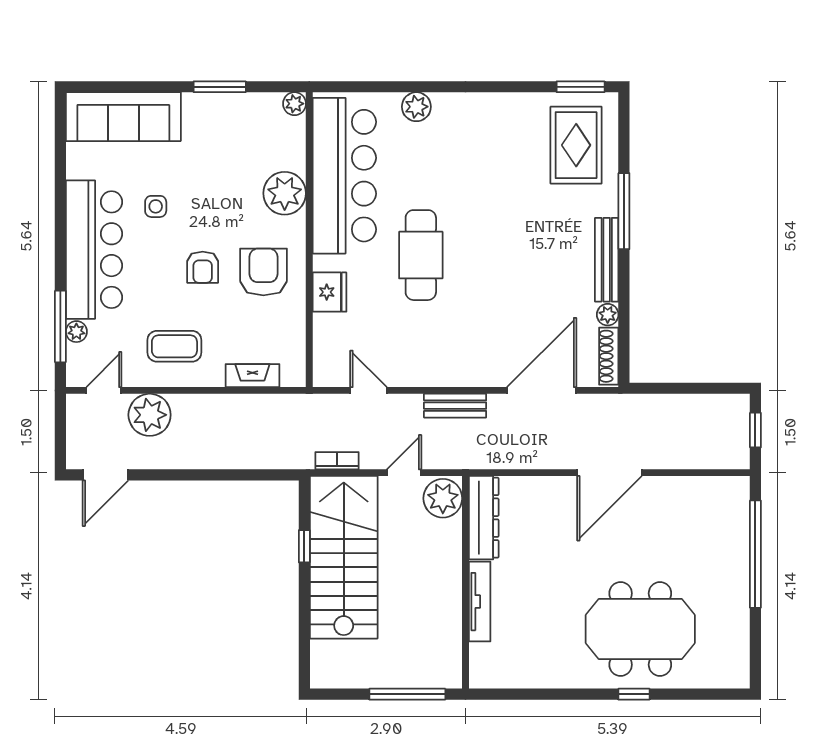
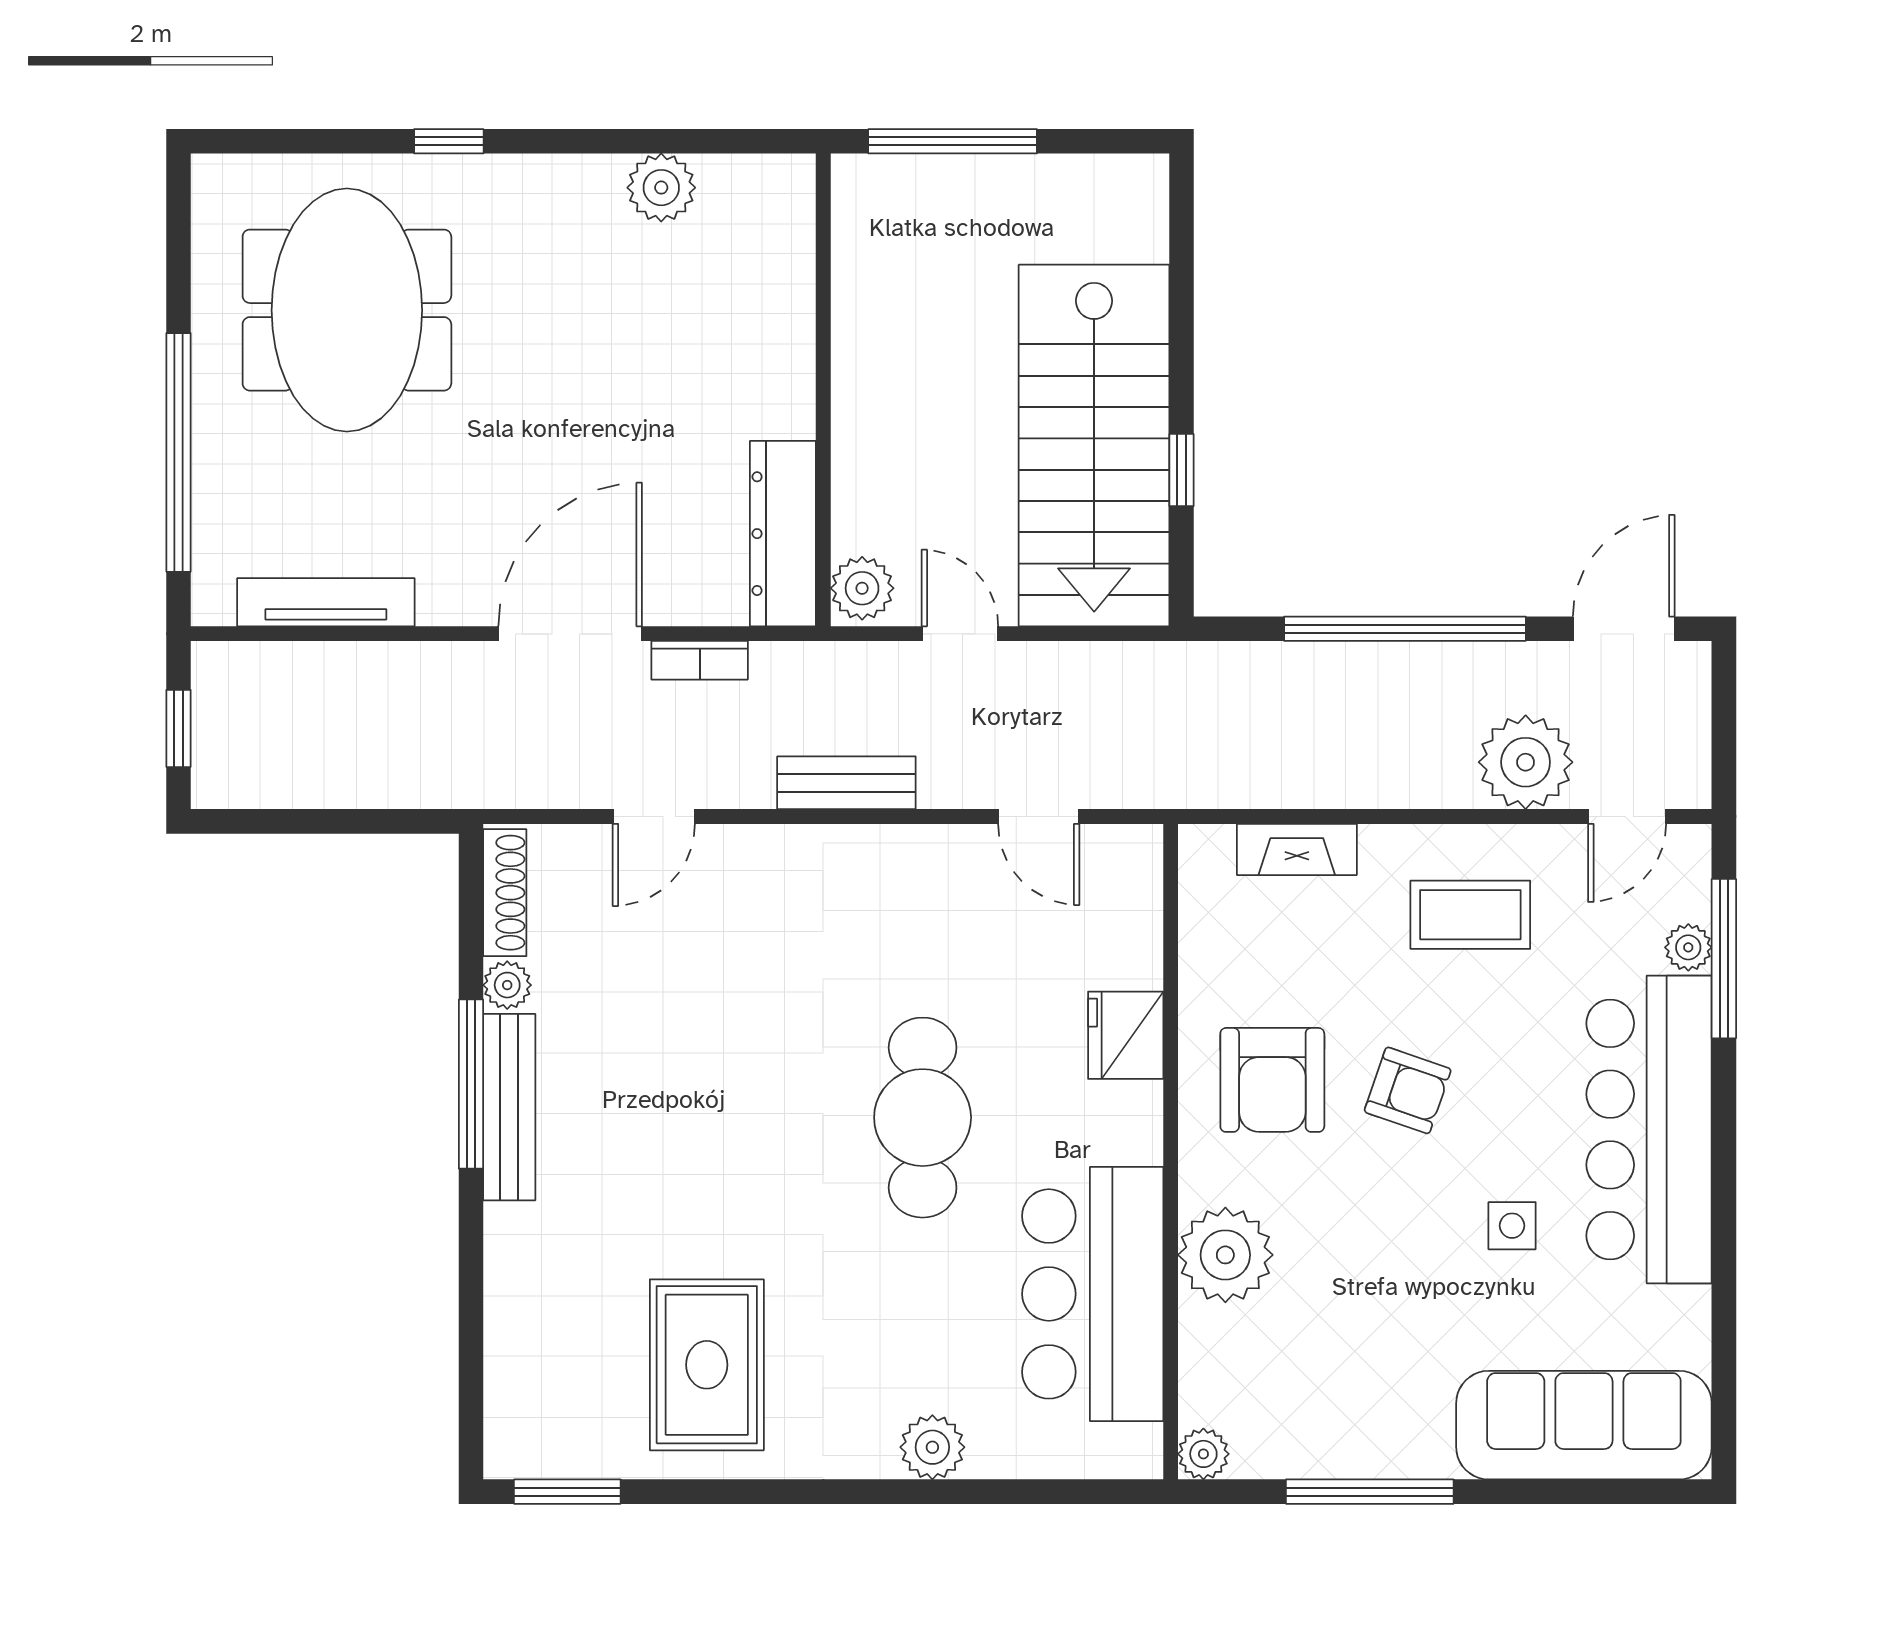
window: (220, 87) -> (1370, 1492), width x1.44
rug: (576, 145) -> (707, 1365), moved
bar counter: (344, 176) -> (1093, 1294), width x0.73
window: (624, 211) -> (471, 1084), moved
armchair: (203, 267) -> (1408, 1090), turned 109
door: (542, 390) -> (654, 816), width x0.53
bookcase: (337, 461) -> (700, 660), moved
door: (404, 473) -> (960, 634), swing flipped
door: (610, 473) -> (570, 634), moved
window: (204, 475) -> (1405, 629), added
plant: (443, 498) -> (862, 588), width x0.73, depth x0.73
tv unit: (480, 602) -> (326, 602), moved, turned 90
meeting table: (640, 629) -> (347, 310), moved, turned 90
plant: (538, 673) -> (661, 188), added

